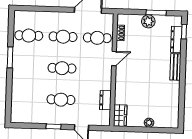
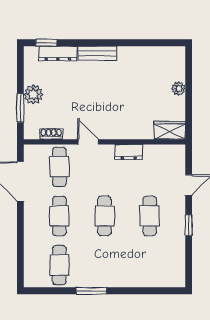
window: (156, 13) -> (20, 108), moved
dresser: (105, 100) -> (129, 152), moved

